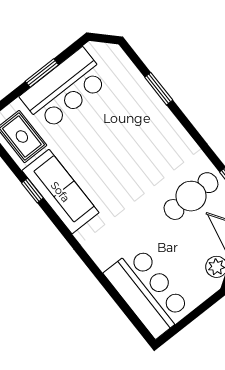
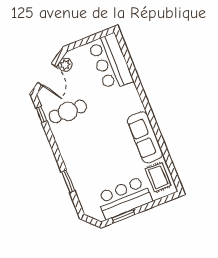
window: (42, 73) -> (124, 216), moved
window: (32, 190) -> (162, 143), removed

